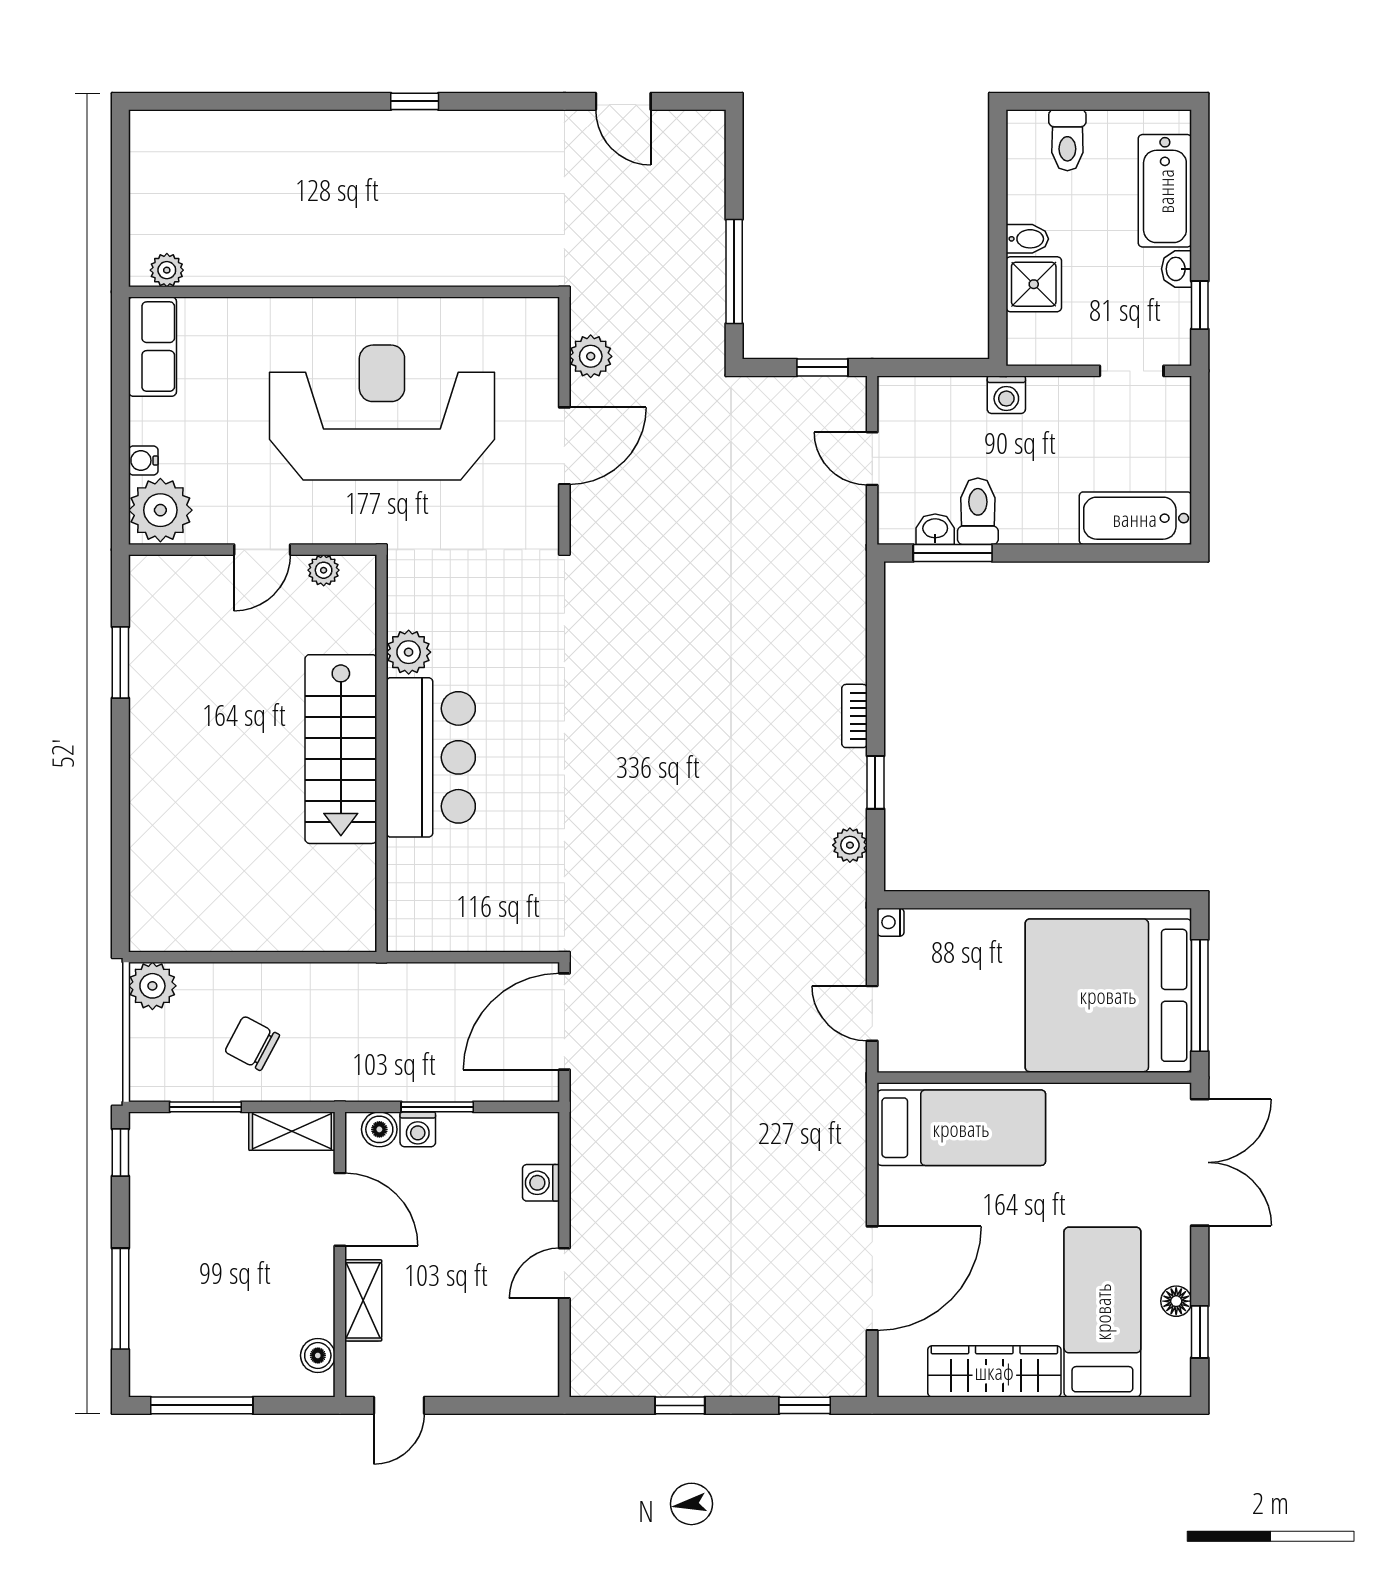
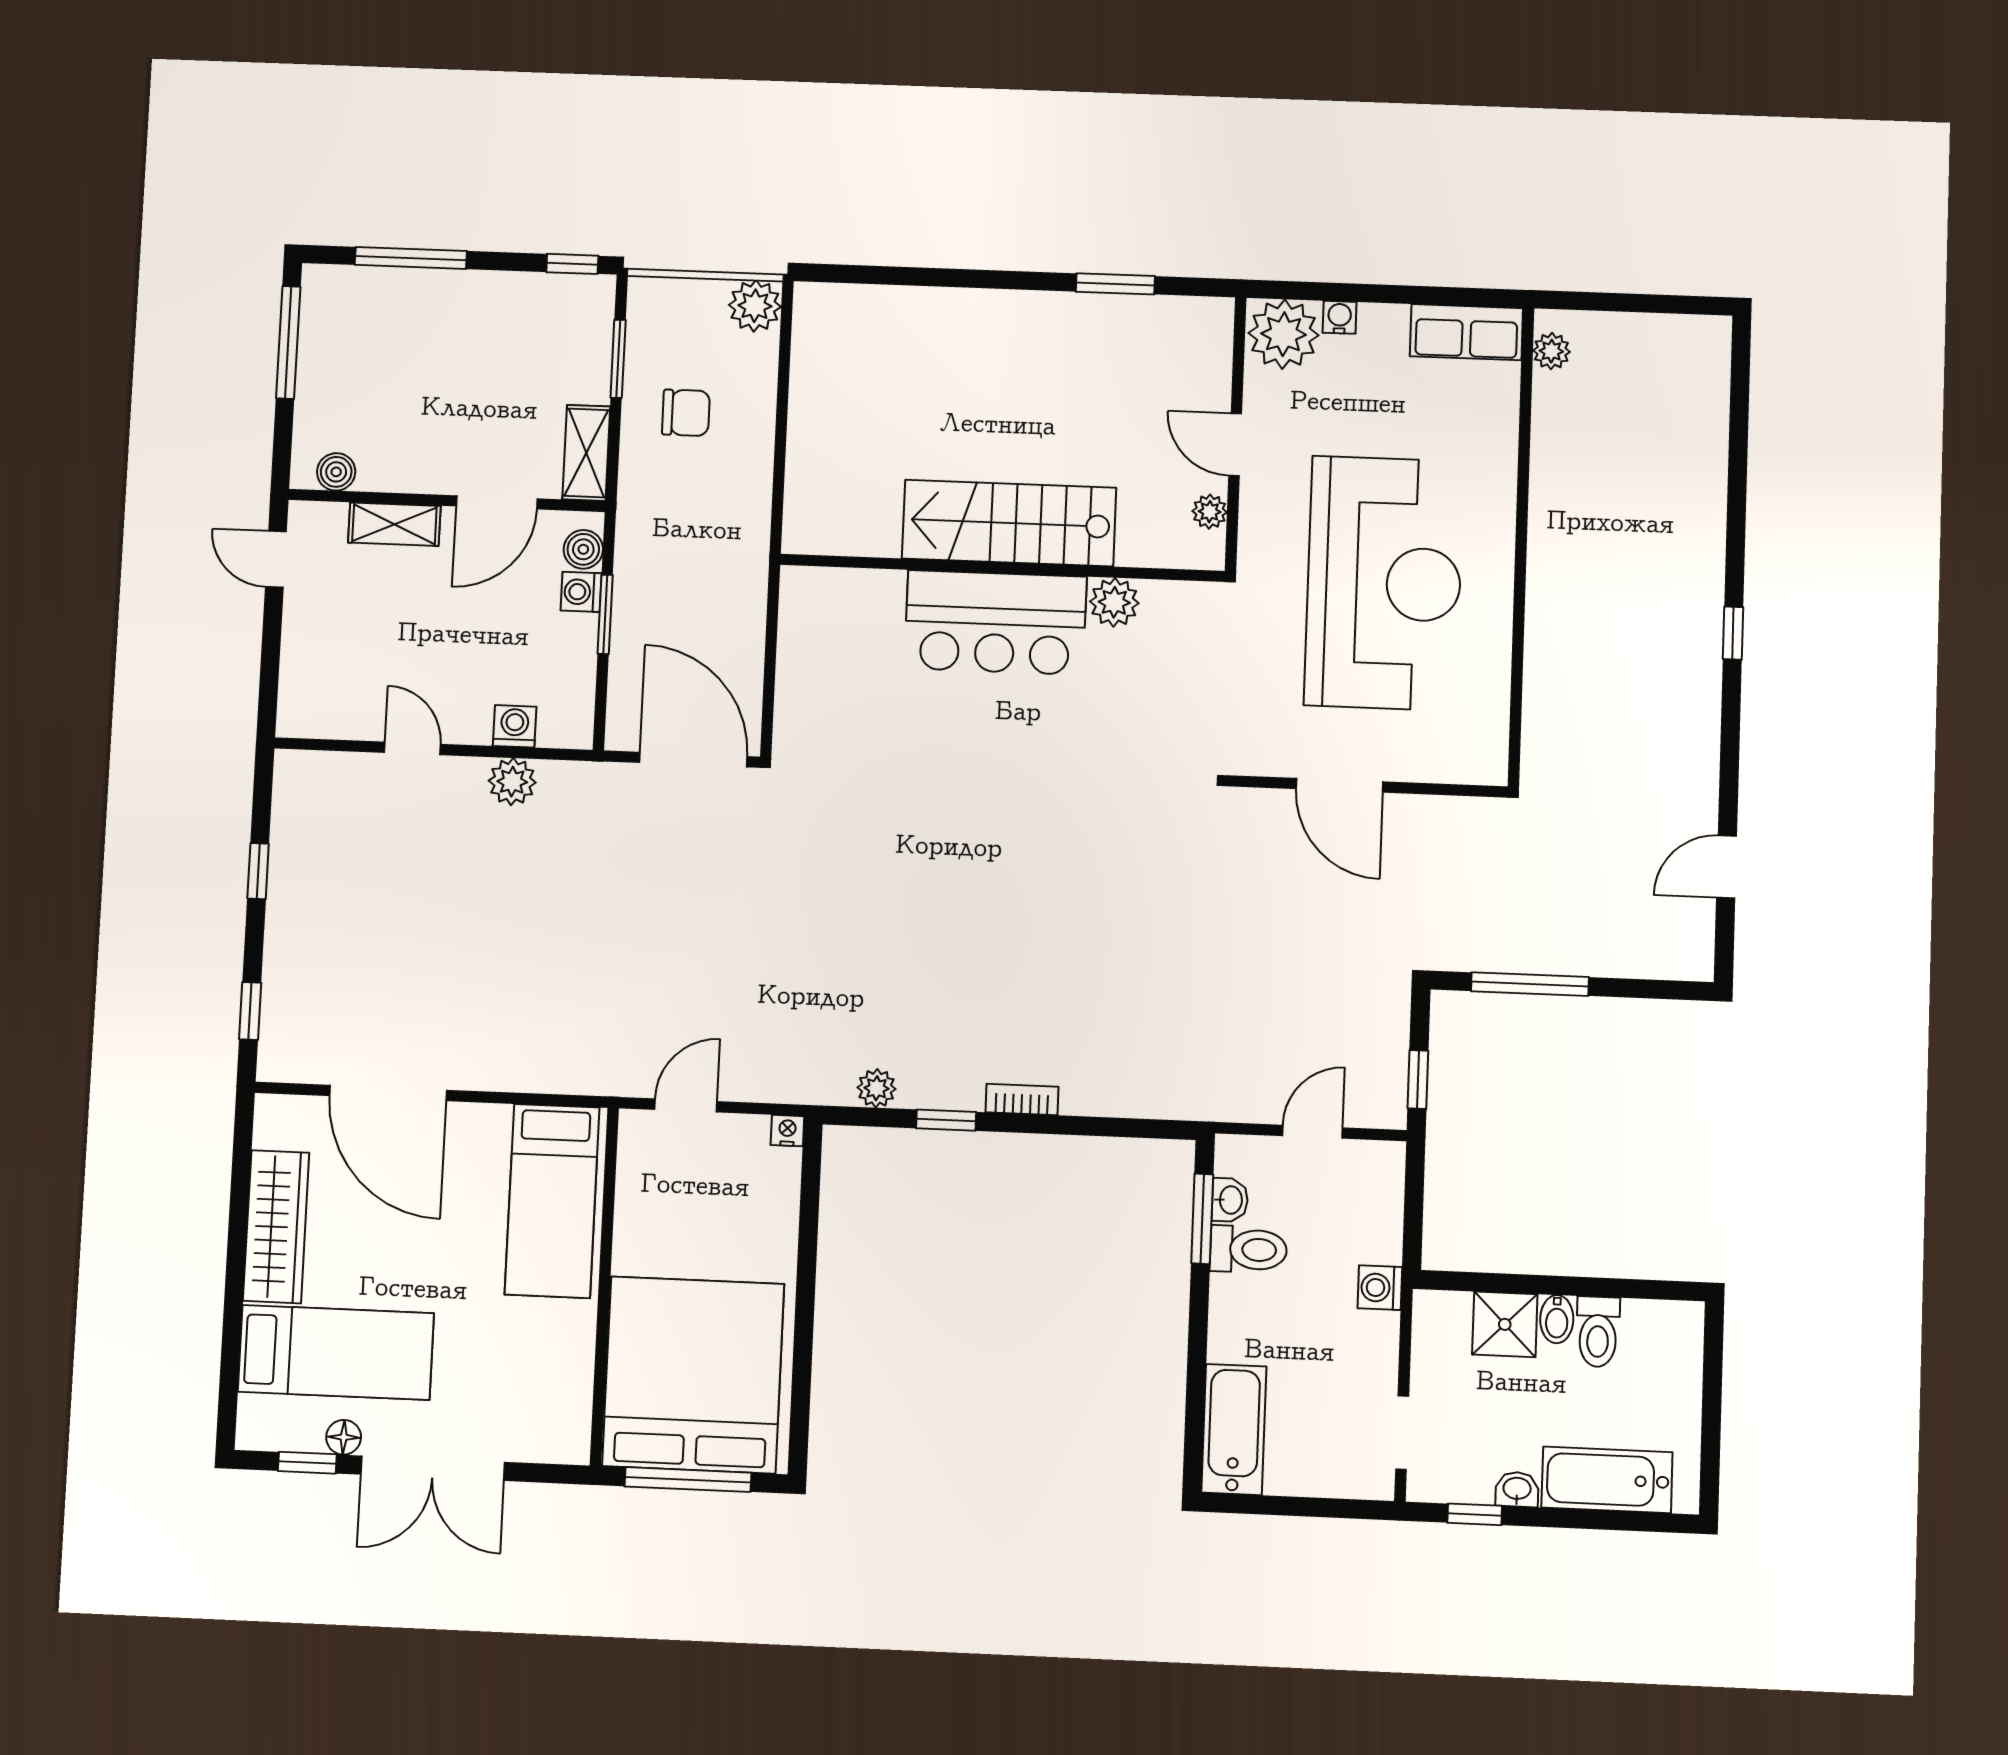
toilet: (1067, 140) -> (1598, 1332), moved, turned -90
plant: (591, 356) -> (512, 782), moved
chair: (252, 1043) -> (686, 413), turned 62
double door: (1200, 1162) -> (433, 1468), moved

